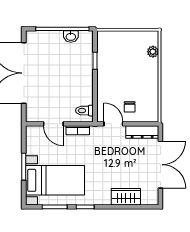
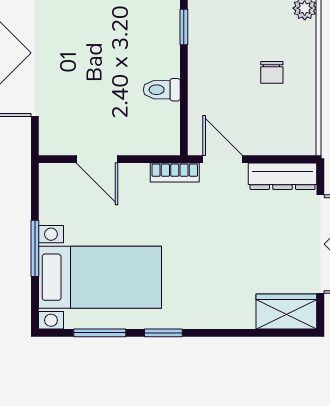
chair: (130, 107) -> (272, 72), moved
toilet: (84, 111) -> (162, 90), moved
bookcase: (78, 130) -> (175, 173), moved
wardrobe: (126, 197) -> (286, 312), moved

